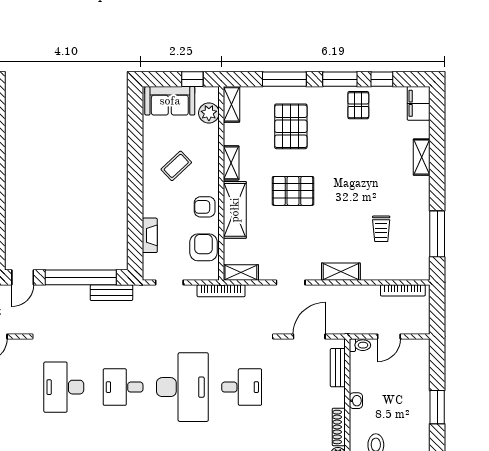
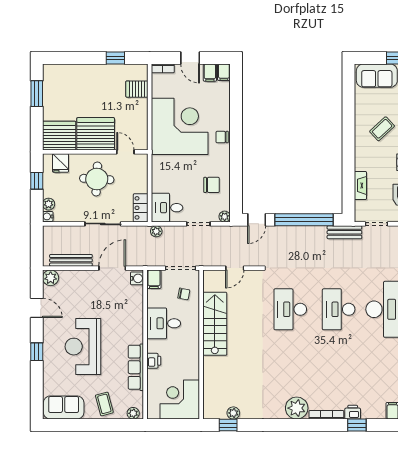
bench: (111, 293) -> (344, 232), moved
desk: (123, 387) -> (339, 309), width x1.37

